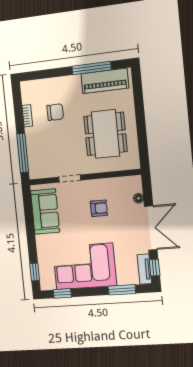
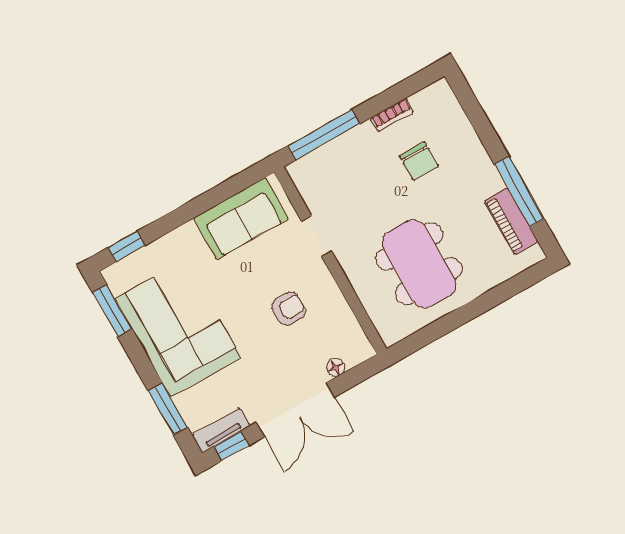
piano: (105, 81) -> (511, 221), width x0.73, depth x0.75
dining table: (105, 134) -> (419, 264), turned 90
armchair: (99, 208) -> (289, 309), turned -90
window: (62, 294) -> (112, 311), width x1.50

